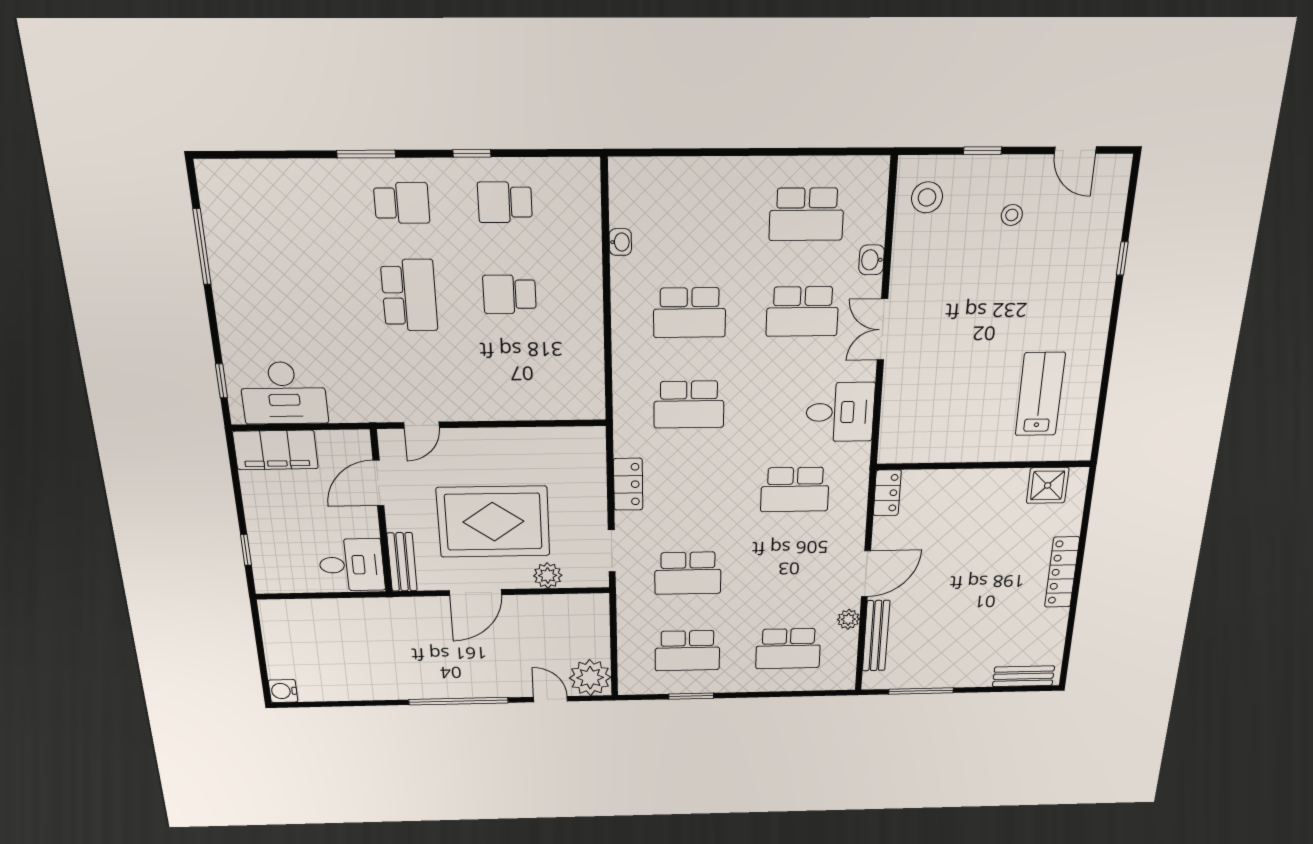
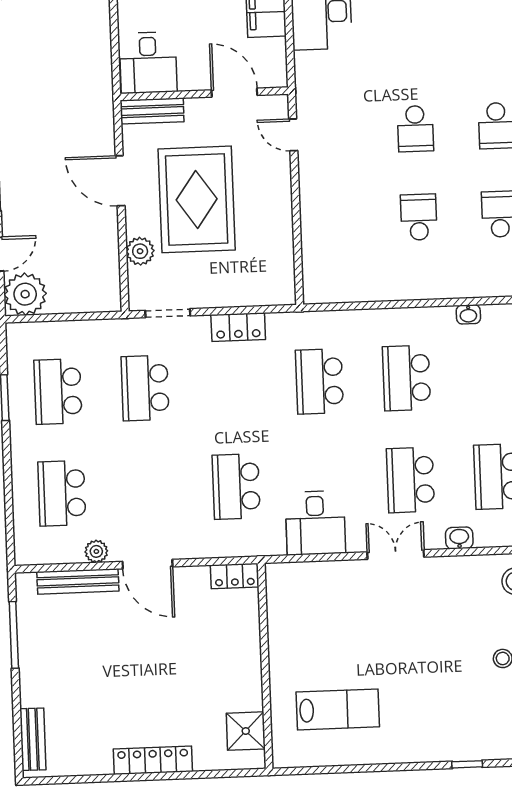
school desk: (409, 295) -> (415, 129), width x0.54

